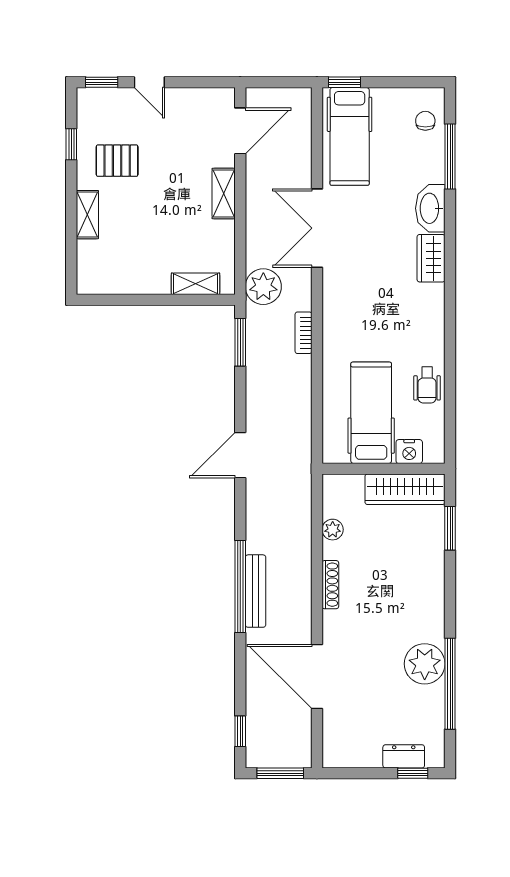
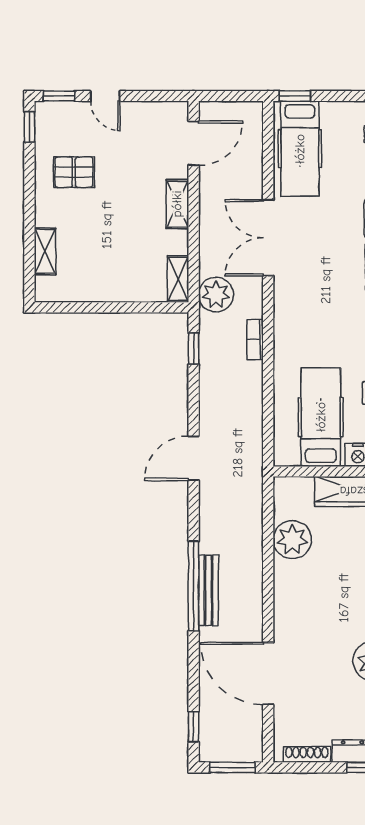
window: (71, 144) -> (29, 127), moved
shelving: (87, 215) -> (45, 251), moved
shelving: (196, 284) -> (178, 279), moved, turned 90
window: (240, 342) -> (194, 349), width x0.67
plant: (333, 530) -> (292, 540), width x1.88, depth x1.88
shoe rack: (330, 585) -> (307, 754), moved, turned -90

